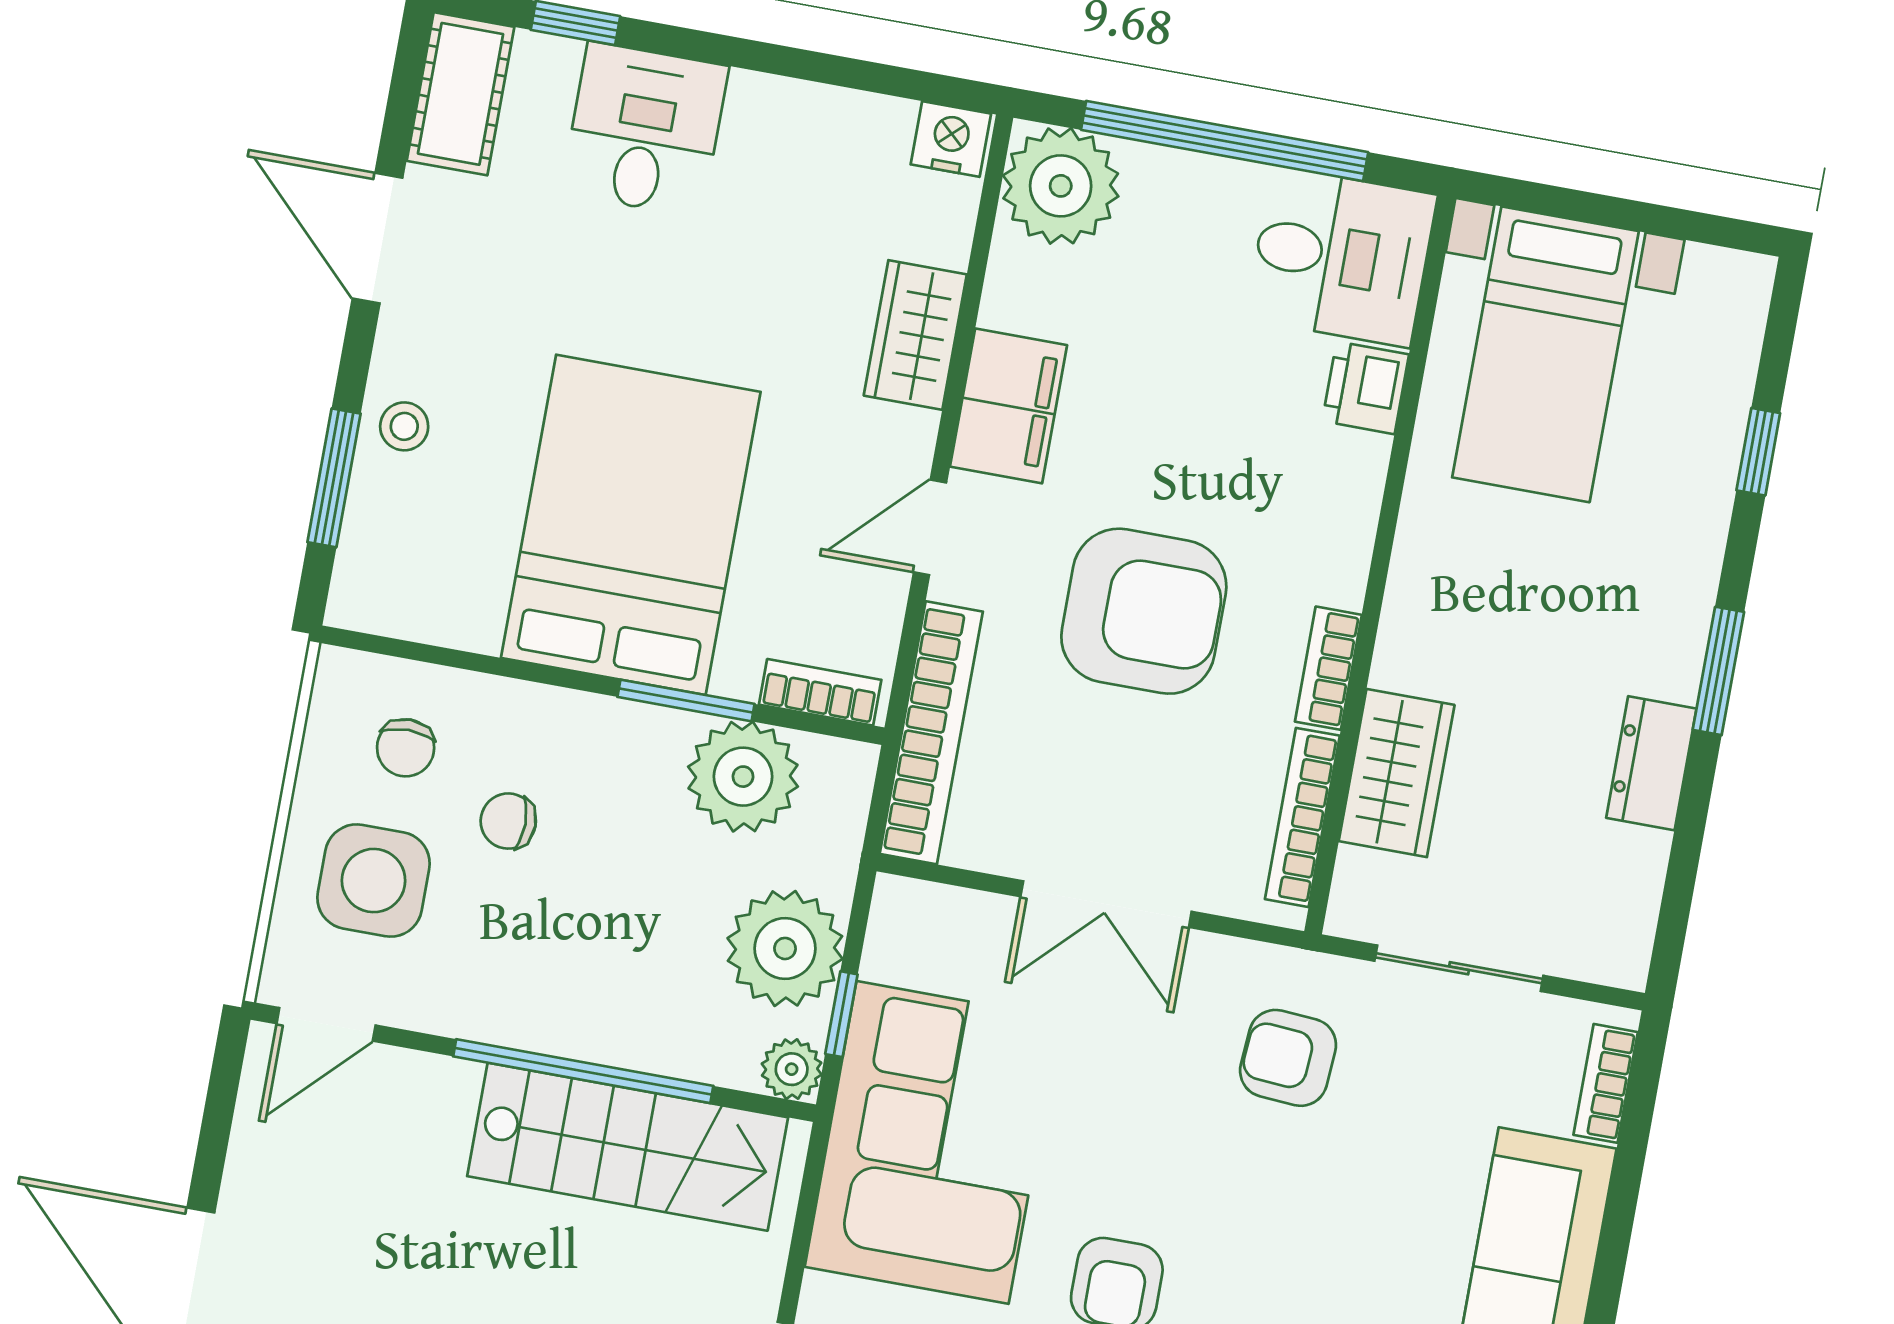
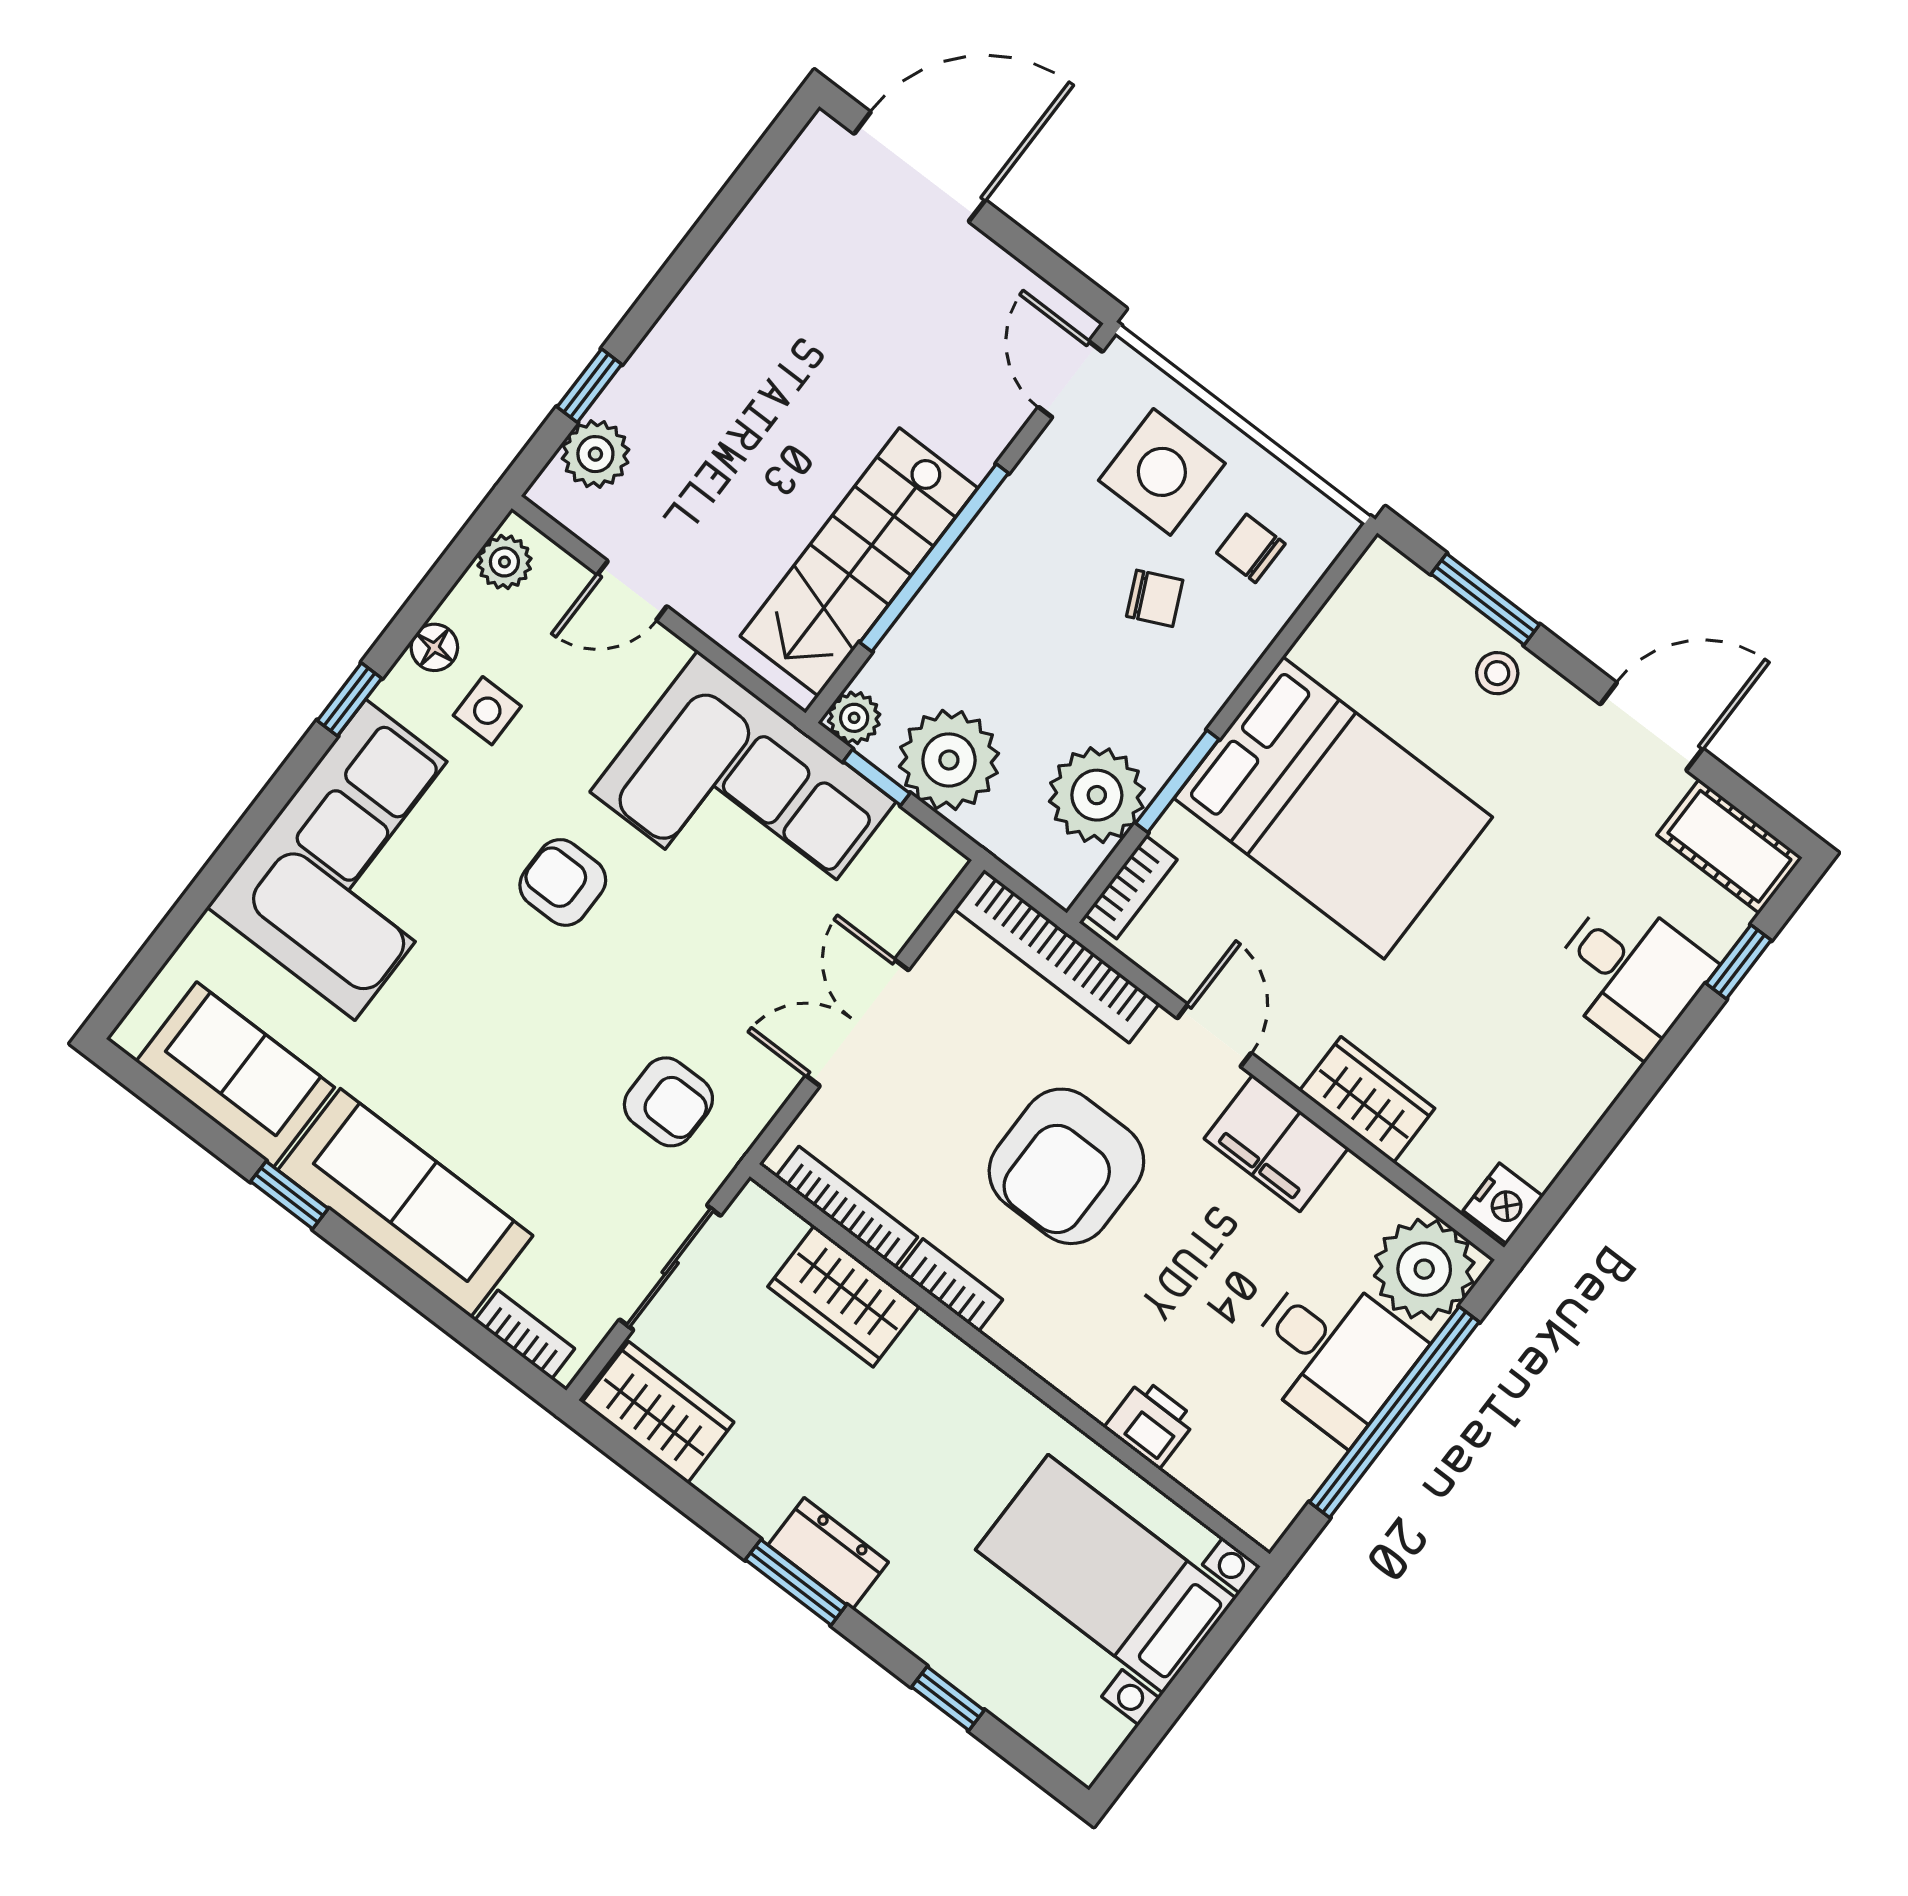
desk: (1341, 257) -> (1332, 1353), moved, turned -90
dresser: (1651, 763) -> (828, 1553), moved
chair: (508, 821) -> (1155, 598), turned 65
wardrobe: (1615, 904) -> (658, 1412), added
armchair: (1288, 1058) -> (668, 1102), turned 86

